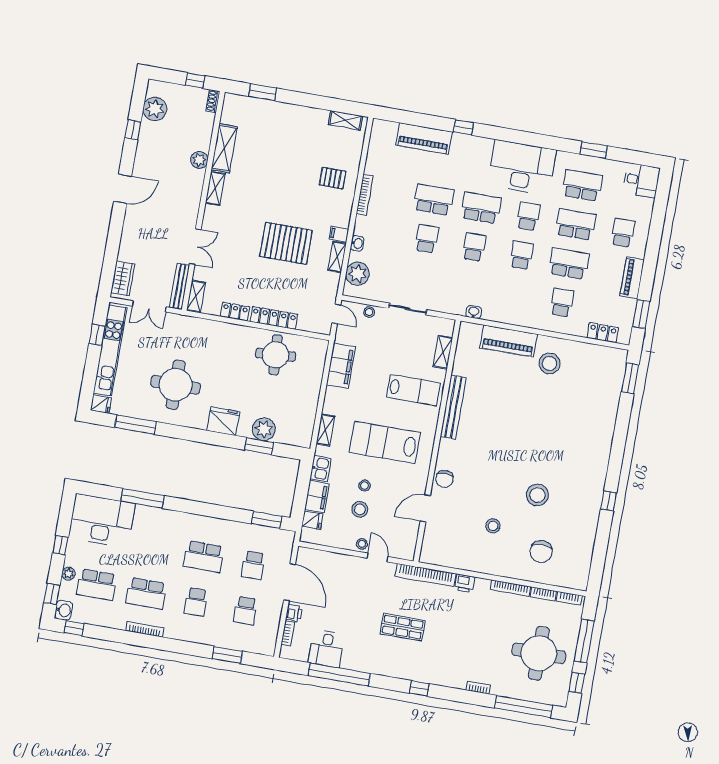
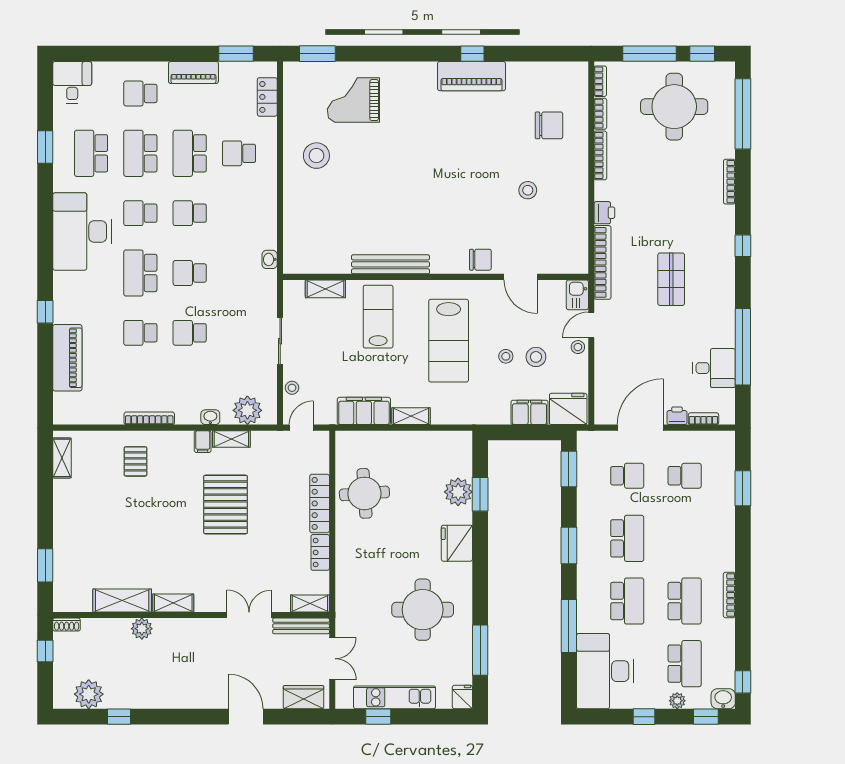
door: (123, 189) -> (246, 717), moved
school desk: (434, 200) -> (140, 333), width x0.54
piano: (509, 341) -> (472, 76), moved, turned 90
kitchen unit: (110, 350) -> (395, 697), width x0.73
grand piano: (588, 400) -> (353, 100), added
shelving: (325, 430) -> (411, 416), moved
kitchen sink: (321, 469) -> (577, 295), moved, turned -90
stool: (537, 495) -> (480, 142), removed
window: (206, 509) -> (569, 546), added
fridge: (312, 520) -> (568, 409), width x1.88, depth x1.34
school desk: (196, 602) -> (627, 601), moved, width x1.85
bookcase: (478, 688) -> (729, 182), width x1.56

